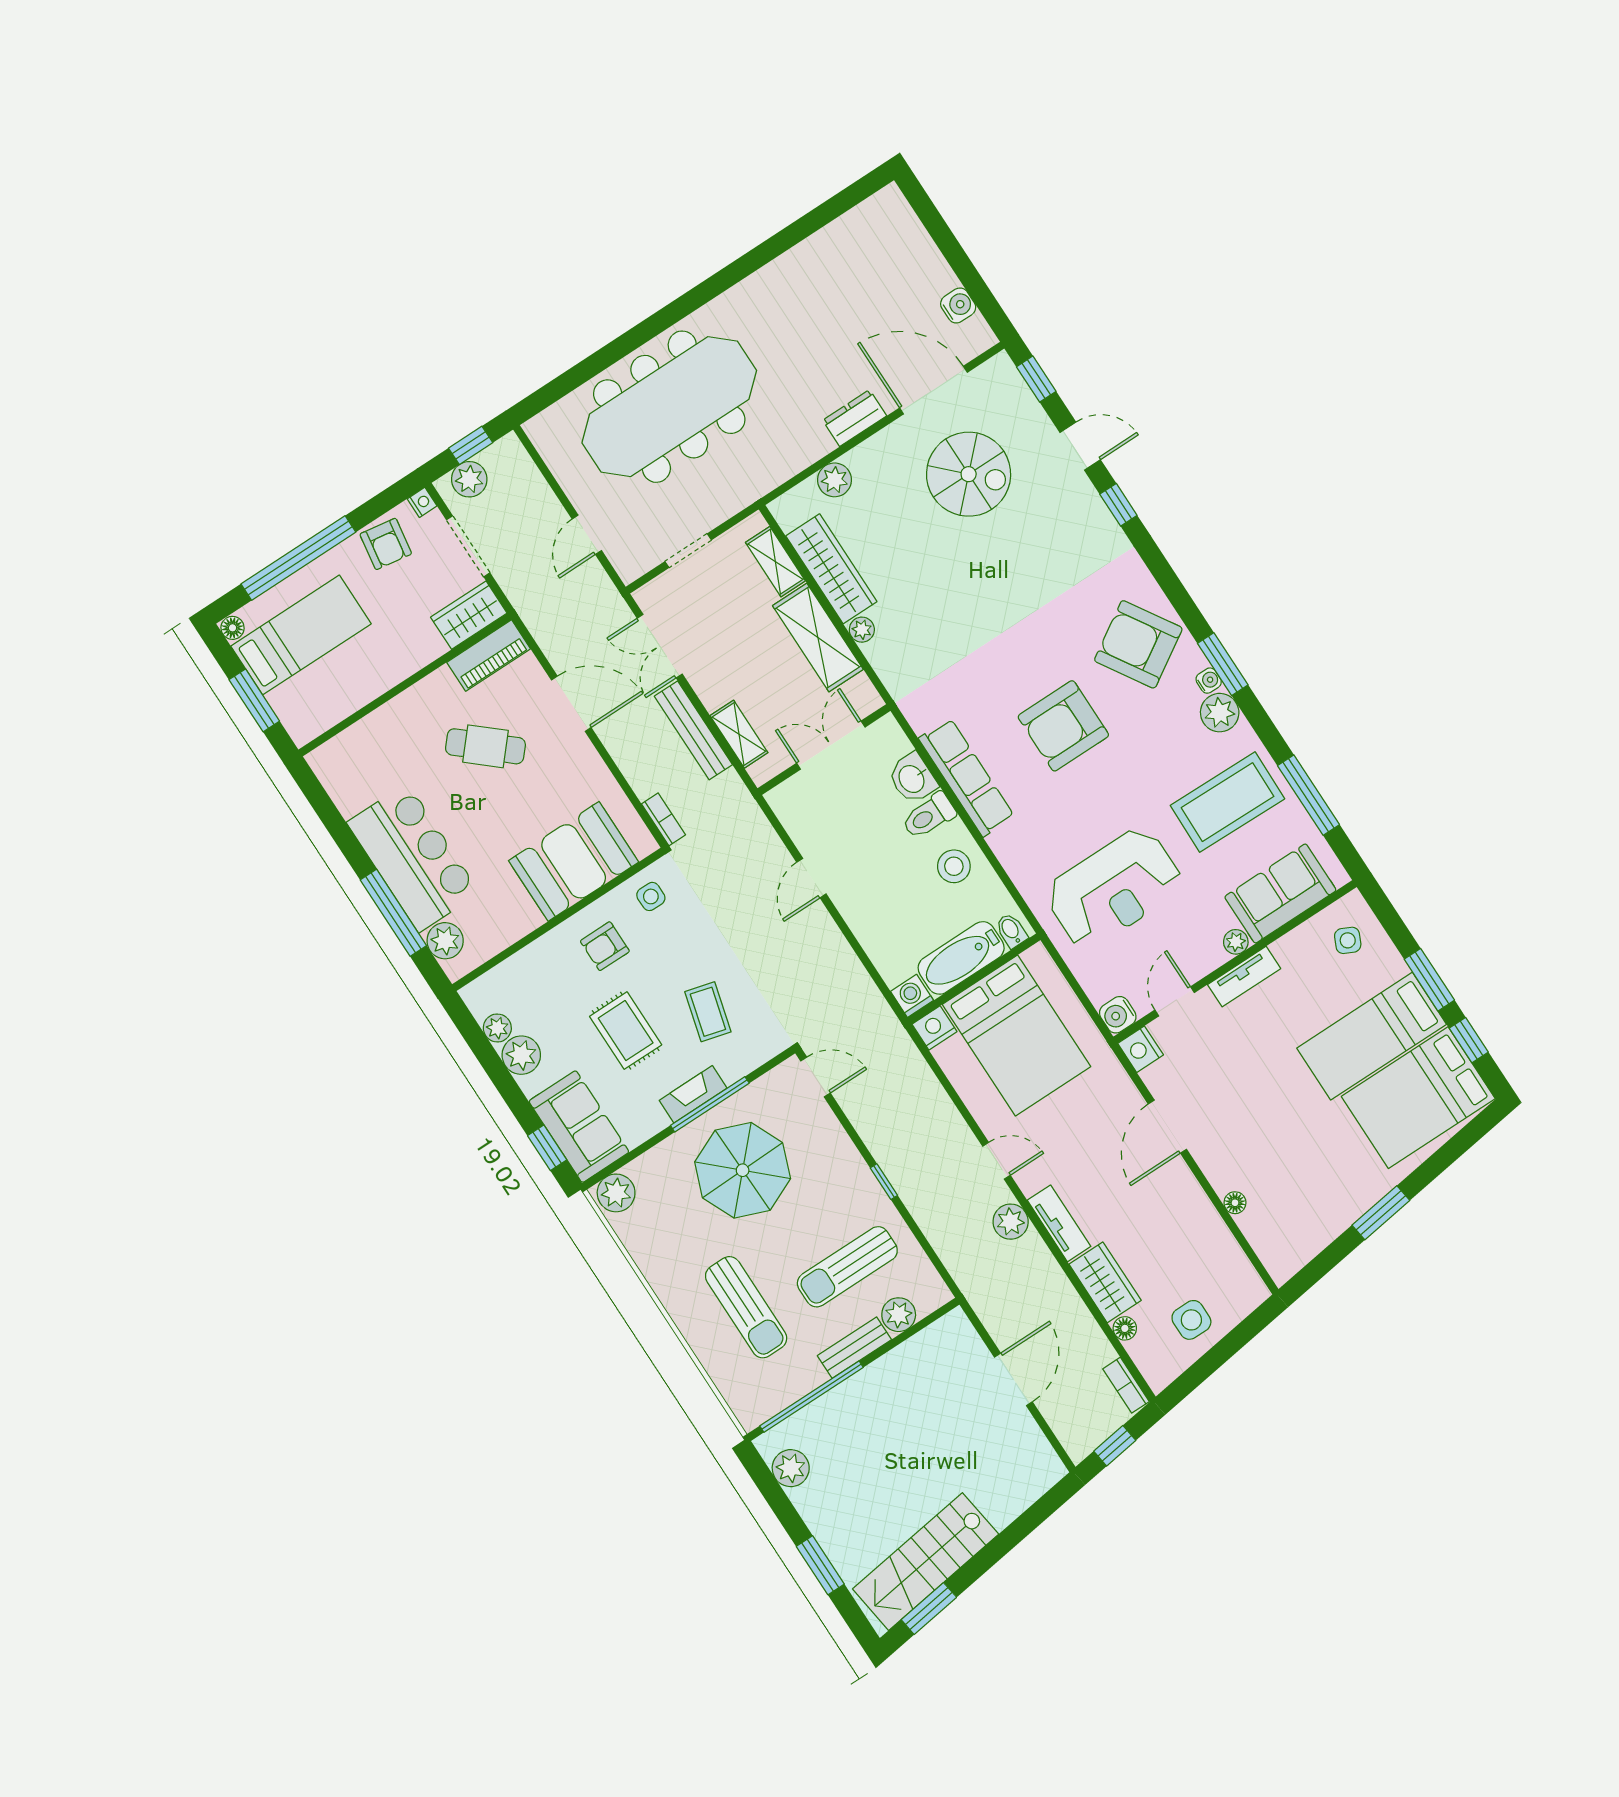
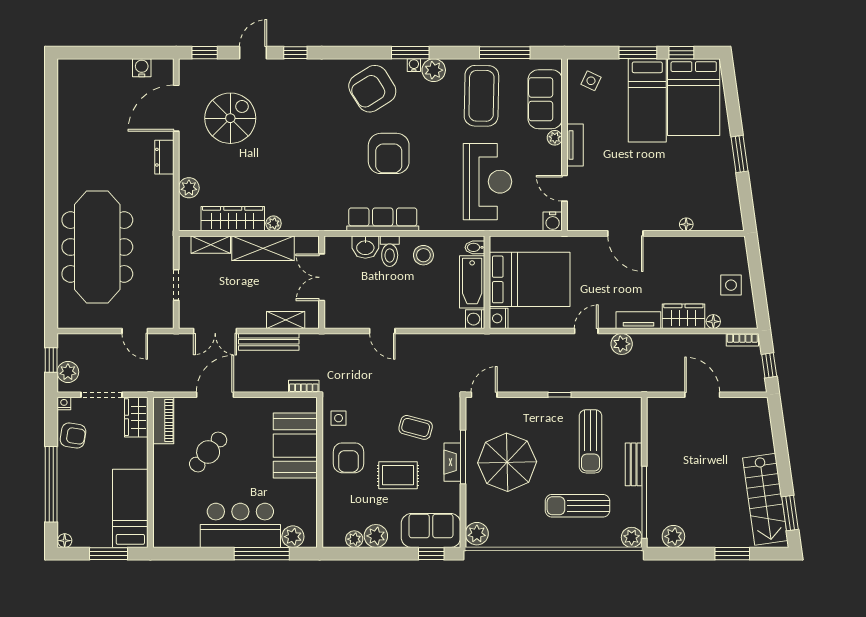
bed: (301, 635) -> (130, 508), moved
armchair: (605, 946) -> (348, 458), width x1.38, depth x1.38
nightstand: (1141, 1049) -> (577, 221), removed
sun lounger: (746, 1307) -> (577, 506), turned 180
plant: (899, 1315) -> (632, 537), moved

